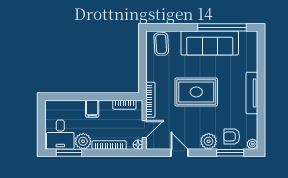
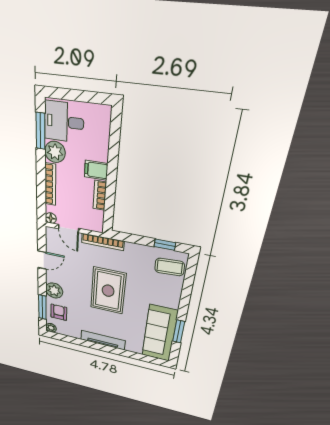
window: (222, 27) -> (179, 331), width x0.47
sofa: (210, 43) -> (160, 333), moved
window: (142, 50) -> (165, 245), added
bookcase: (124, 105) -> (100, 195), moved

